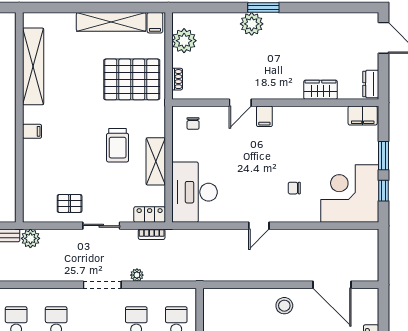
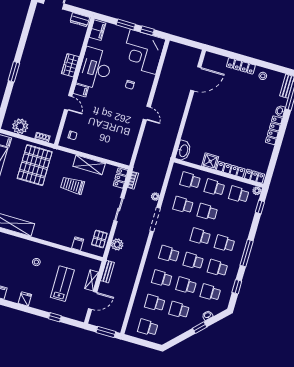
plant: (252, 24) -> (22, 82), removed
wardrobe: (321, 90) -> (70, 65), moved
filing cabinet: (32, 131) -> (78, 244), moved
trolley: (118, 145) -> (72, 185), turned 180
desk: (194, 192) -> (95, 68), moved, turned 90
pallet: (70, 203) -> (99, 239), moved
plant: (30, 238) -> (117, 244), moved
washbasin: (218, 297) -> (183, 151), added
stool: (284, 306) -> (200, 112), removed

